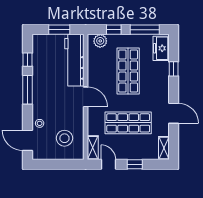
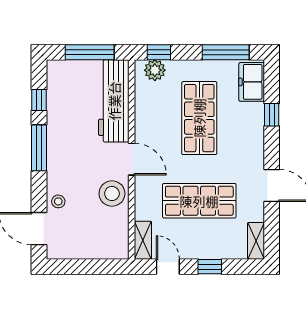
window: (59, 30) -> (90, 52), width x1.44
window: (114, 30) -> (159, 52), moved
stool: (64, 138) -> (112, 194), moved

